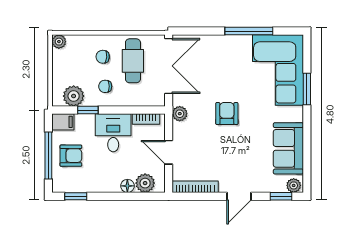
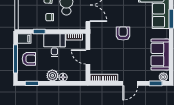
plant: (74, 96) -> (31, 23), removed
plant: (180, 114) -> (95, 34), removed
plant: (145, 183) -> (52, 75), moved

